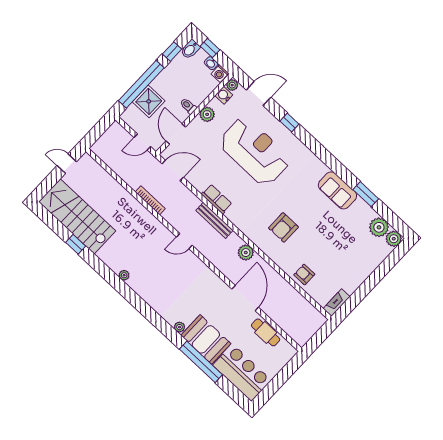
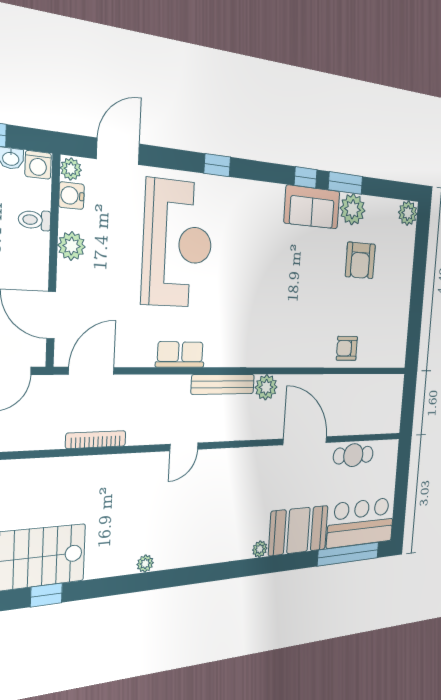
toilet: (188, 106) -> (35, 220), moved
window: (289, 123) -> (217, 165), moved
reception desk: (255, 151) -> (178, 244), turned 90
window: (344, 174) -> (305, 177), added
bench: (214, 220) -> (223, 384), moved
armchair: (283, 227) -> (360, 260), moved
plant: (379, 227) -> (353, 209), moved
fireplace: (336, 303) -> (400, 347), removed
window: (201, 362) -> (348, 554), moved

